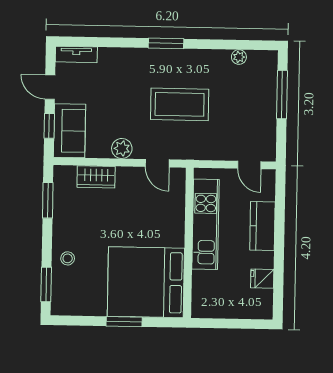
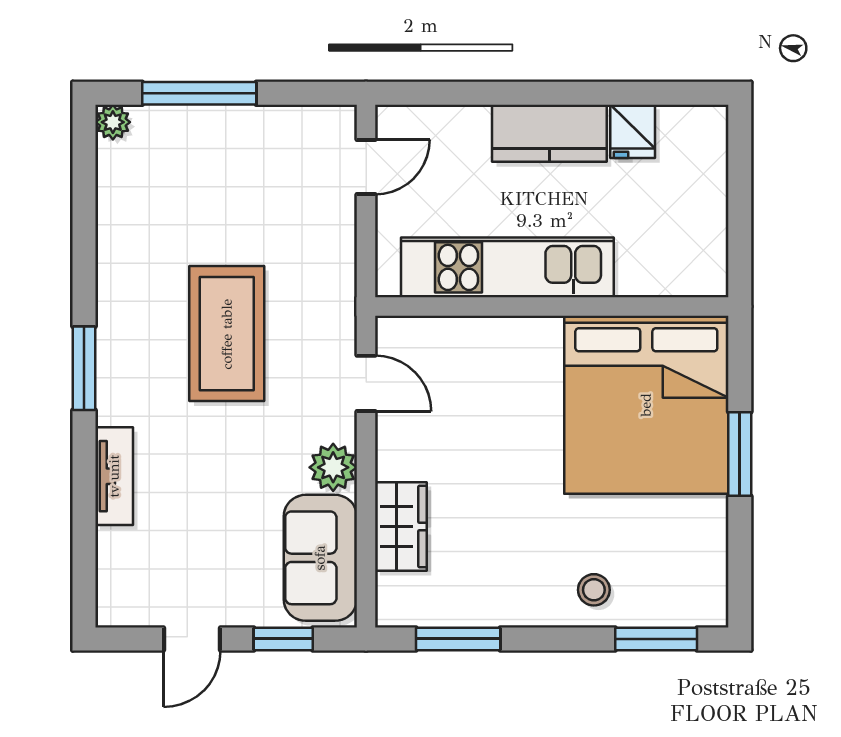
tv unit: (76, 54) -> (114, 476), moved
plant: (239, 57) -> (113, 122), moved
sofa: (70, 131) -> (320, 558), moved, turned -90
door: (157, 163) -> (366, 383), hinge flipped
kitchen counter: (262, 226) -> (549, 133), moved

